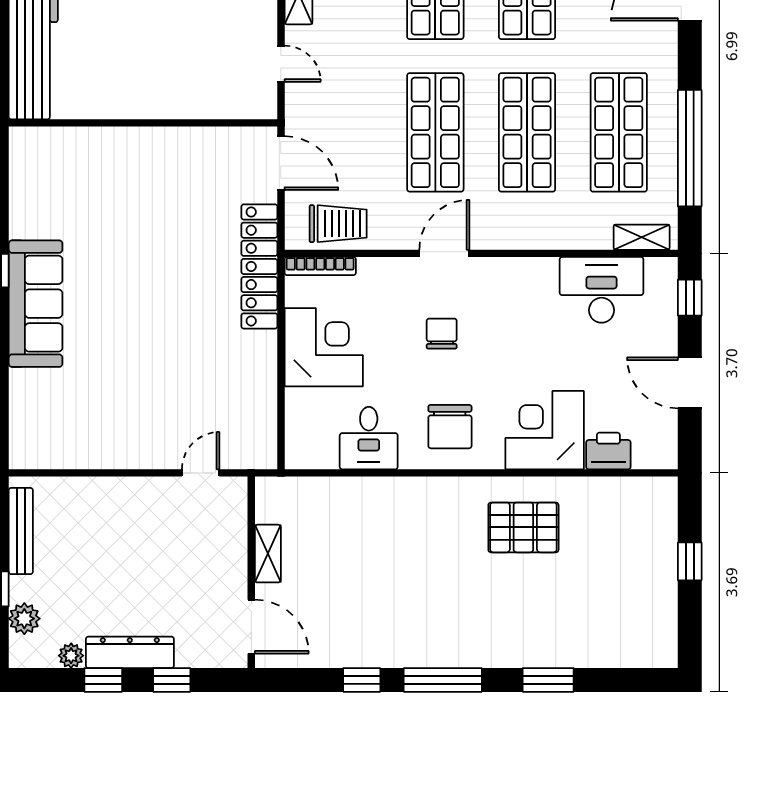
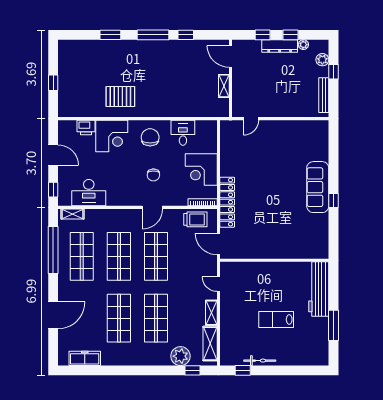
trolley: (338, 224) -> (195, 219), turned 180

